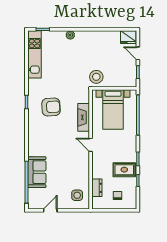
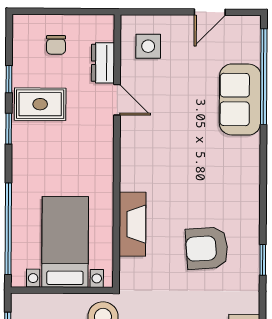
door: (91, 145) -> (117, 100), moved

